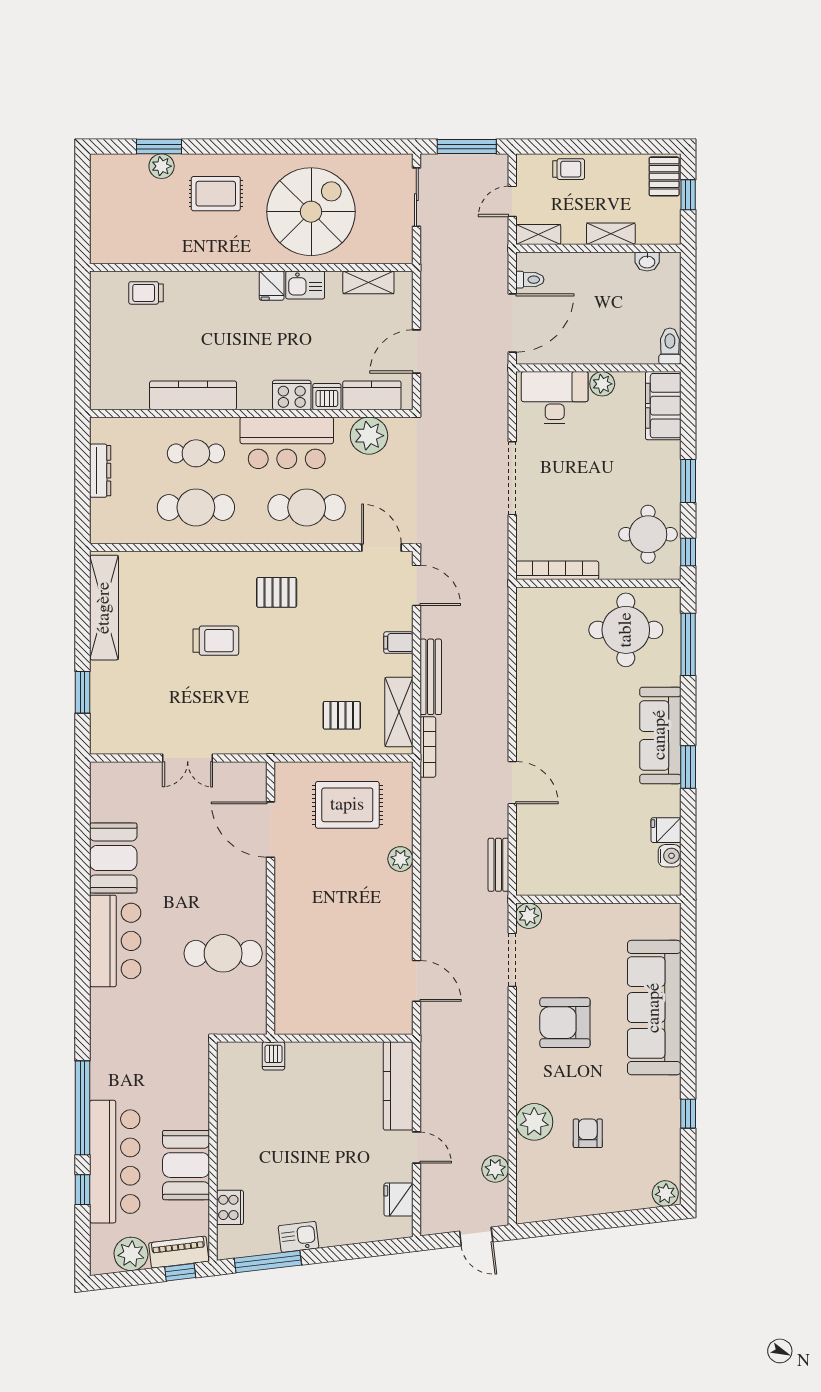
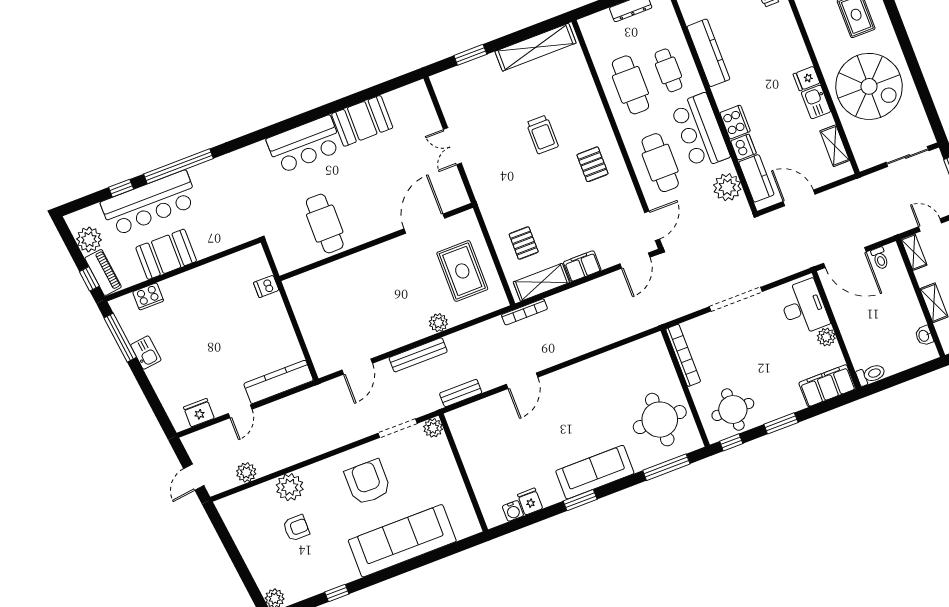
filing cabinet: (398, 643) -> (582, 266), width x2.00
bench: (431, 677) -> (418, 355), moved

